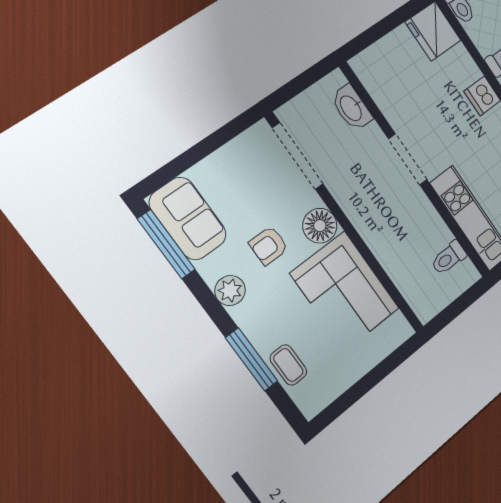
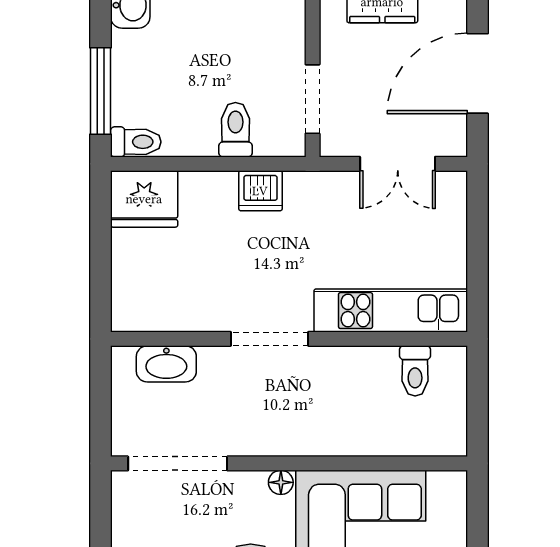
floor lamp: (320, 226) -> (281, 482), width x0.53, depth x0.53

